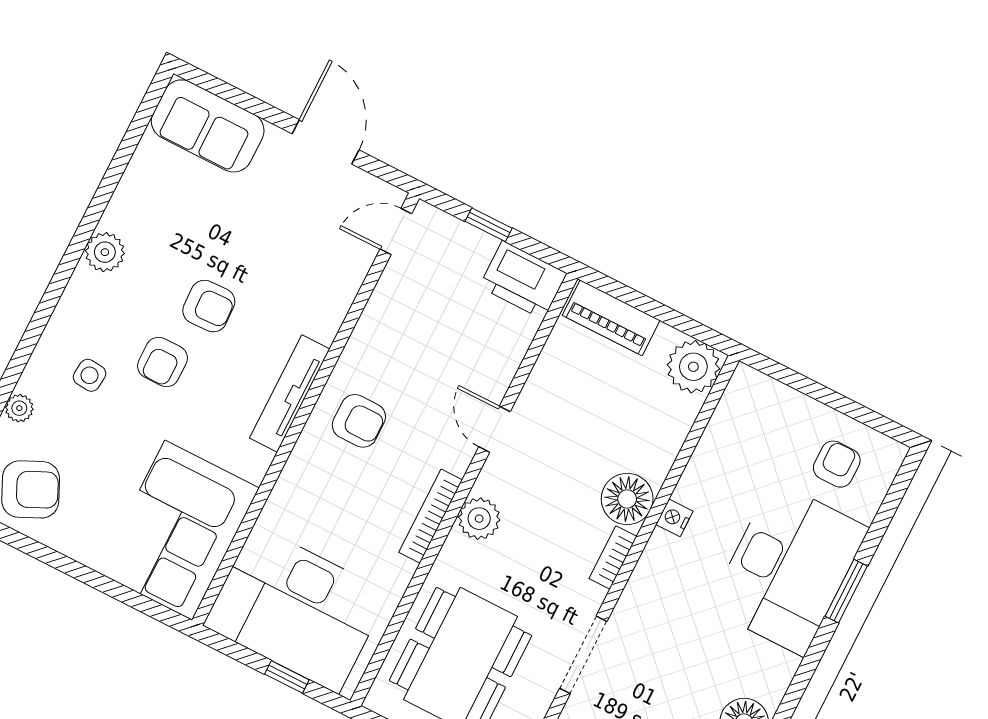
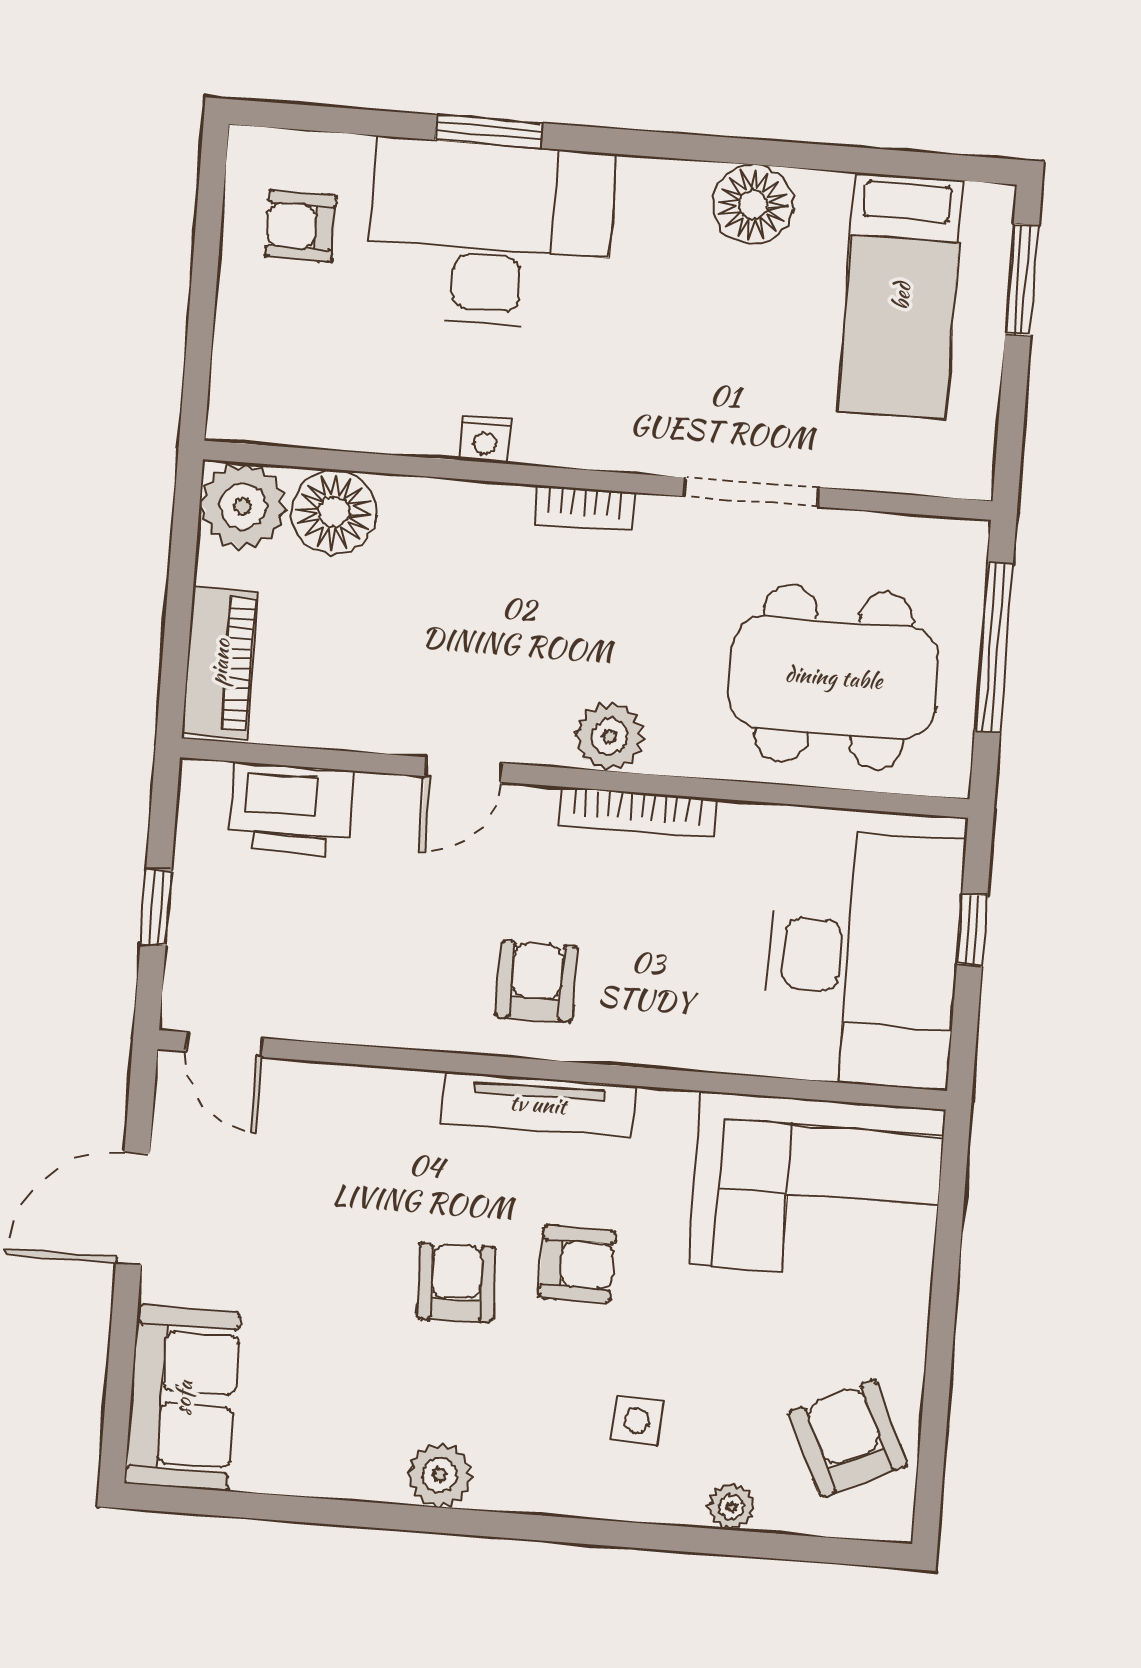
printer: (523, 280) -> (291, 809), moved, turned 90
armchair: (162, 362) -> (577, 1264), moved
floor lamp: (627, 499) -> (334, 512), moved

